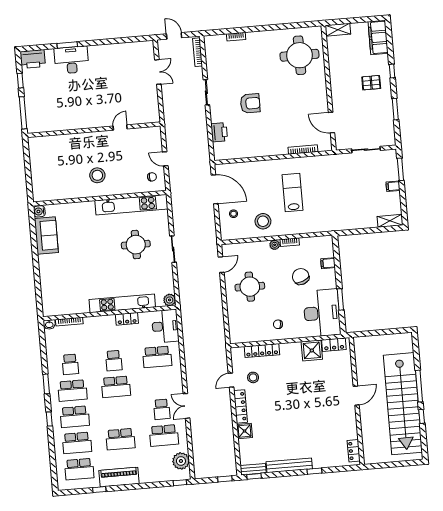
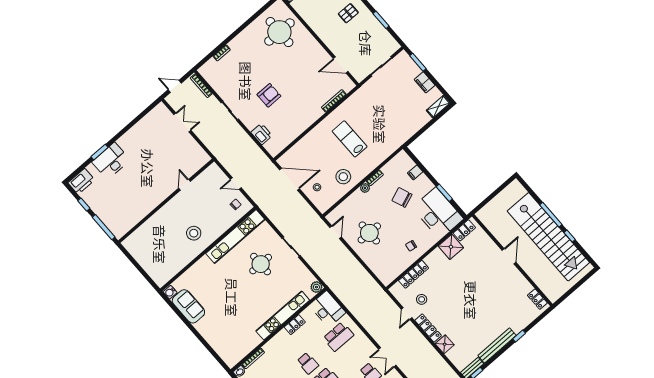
filing cabinet: (393, 186) -> (425, 82), width x2.00

